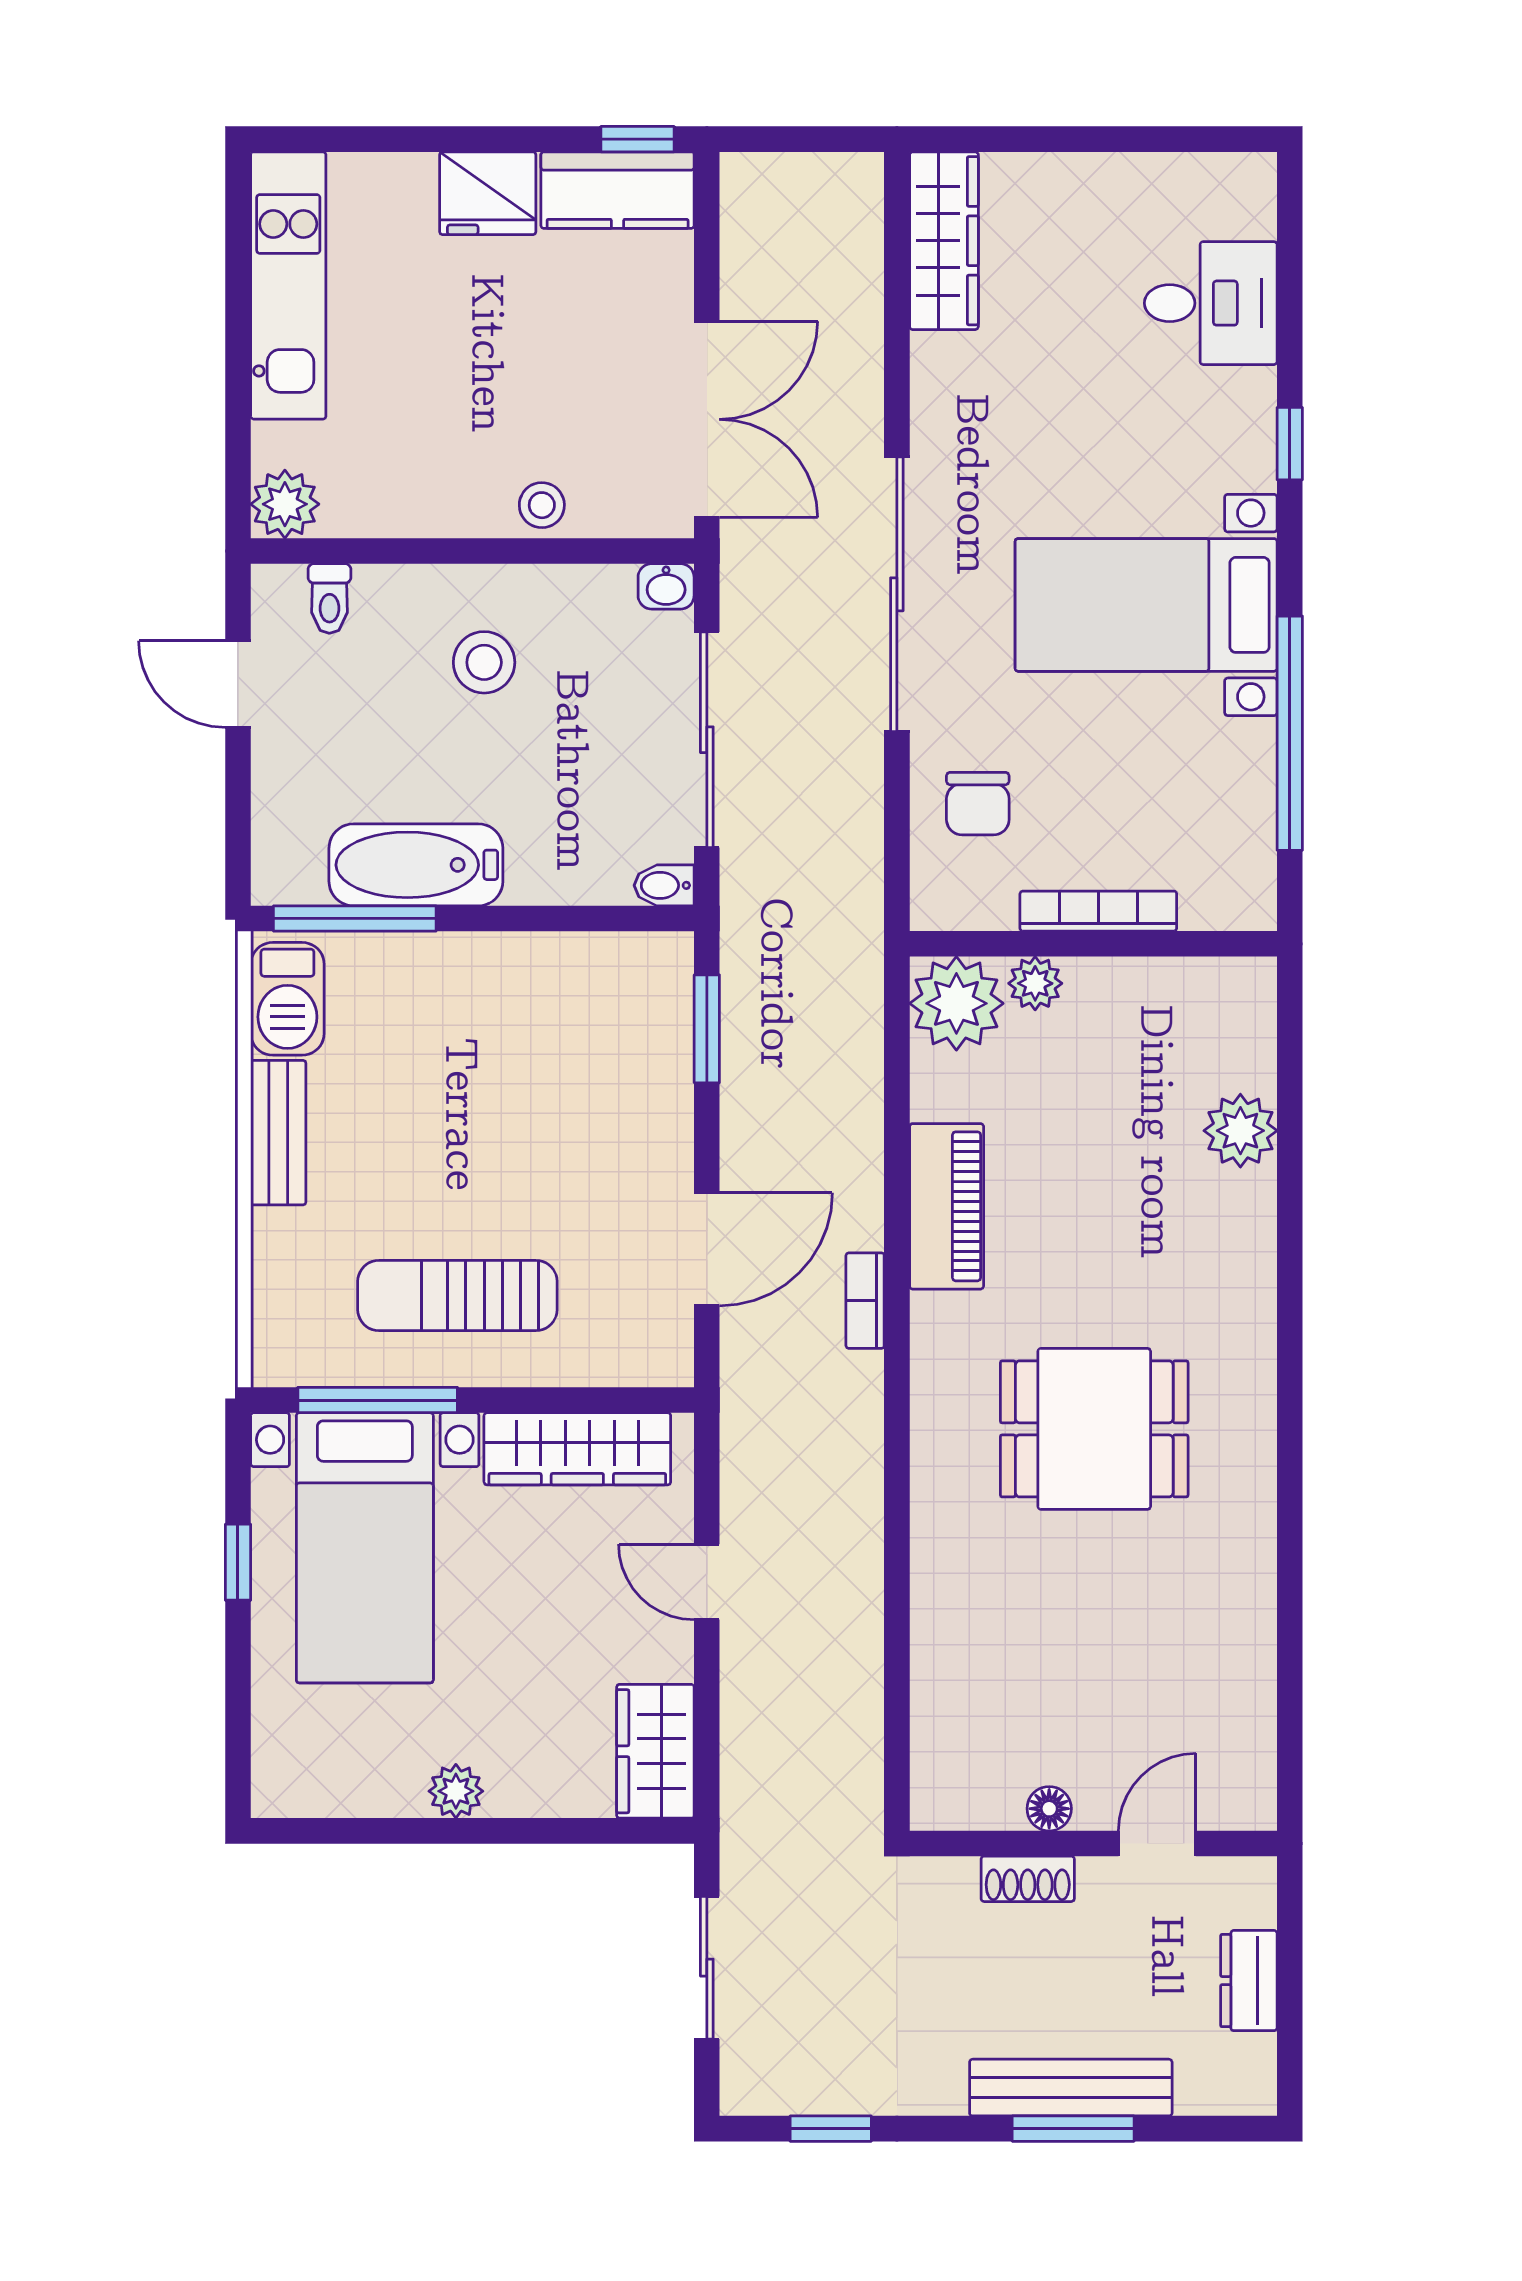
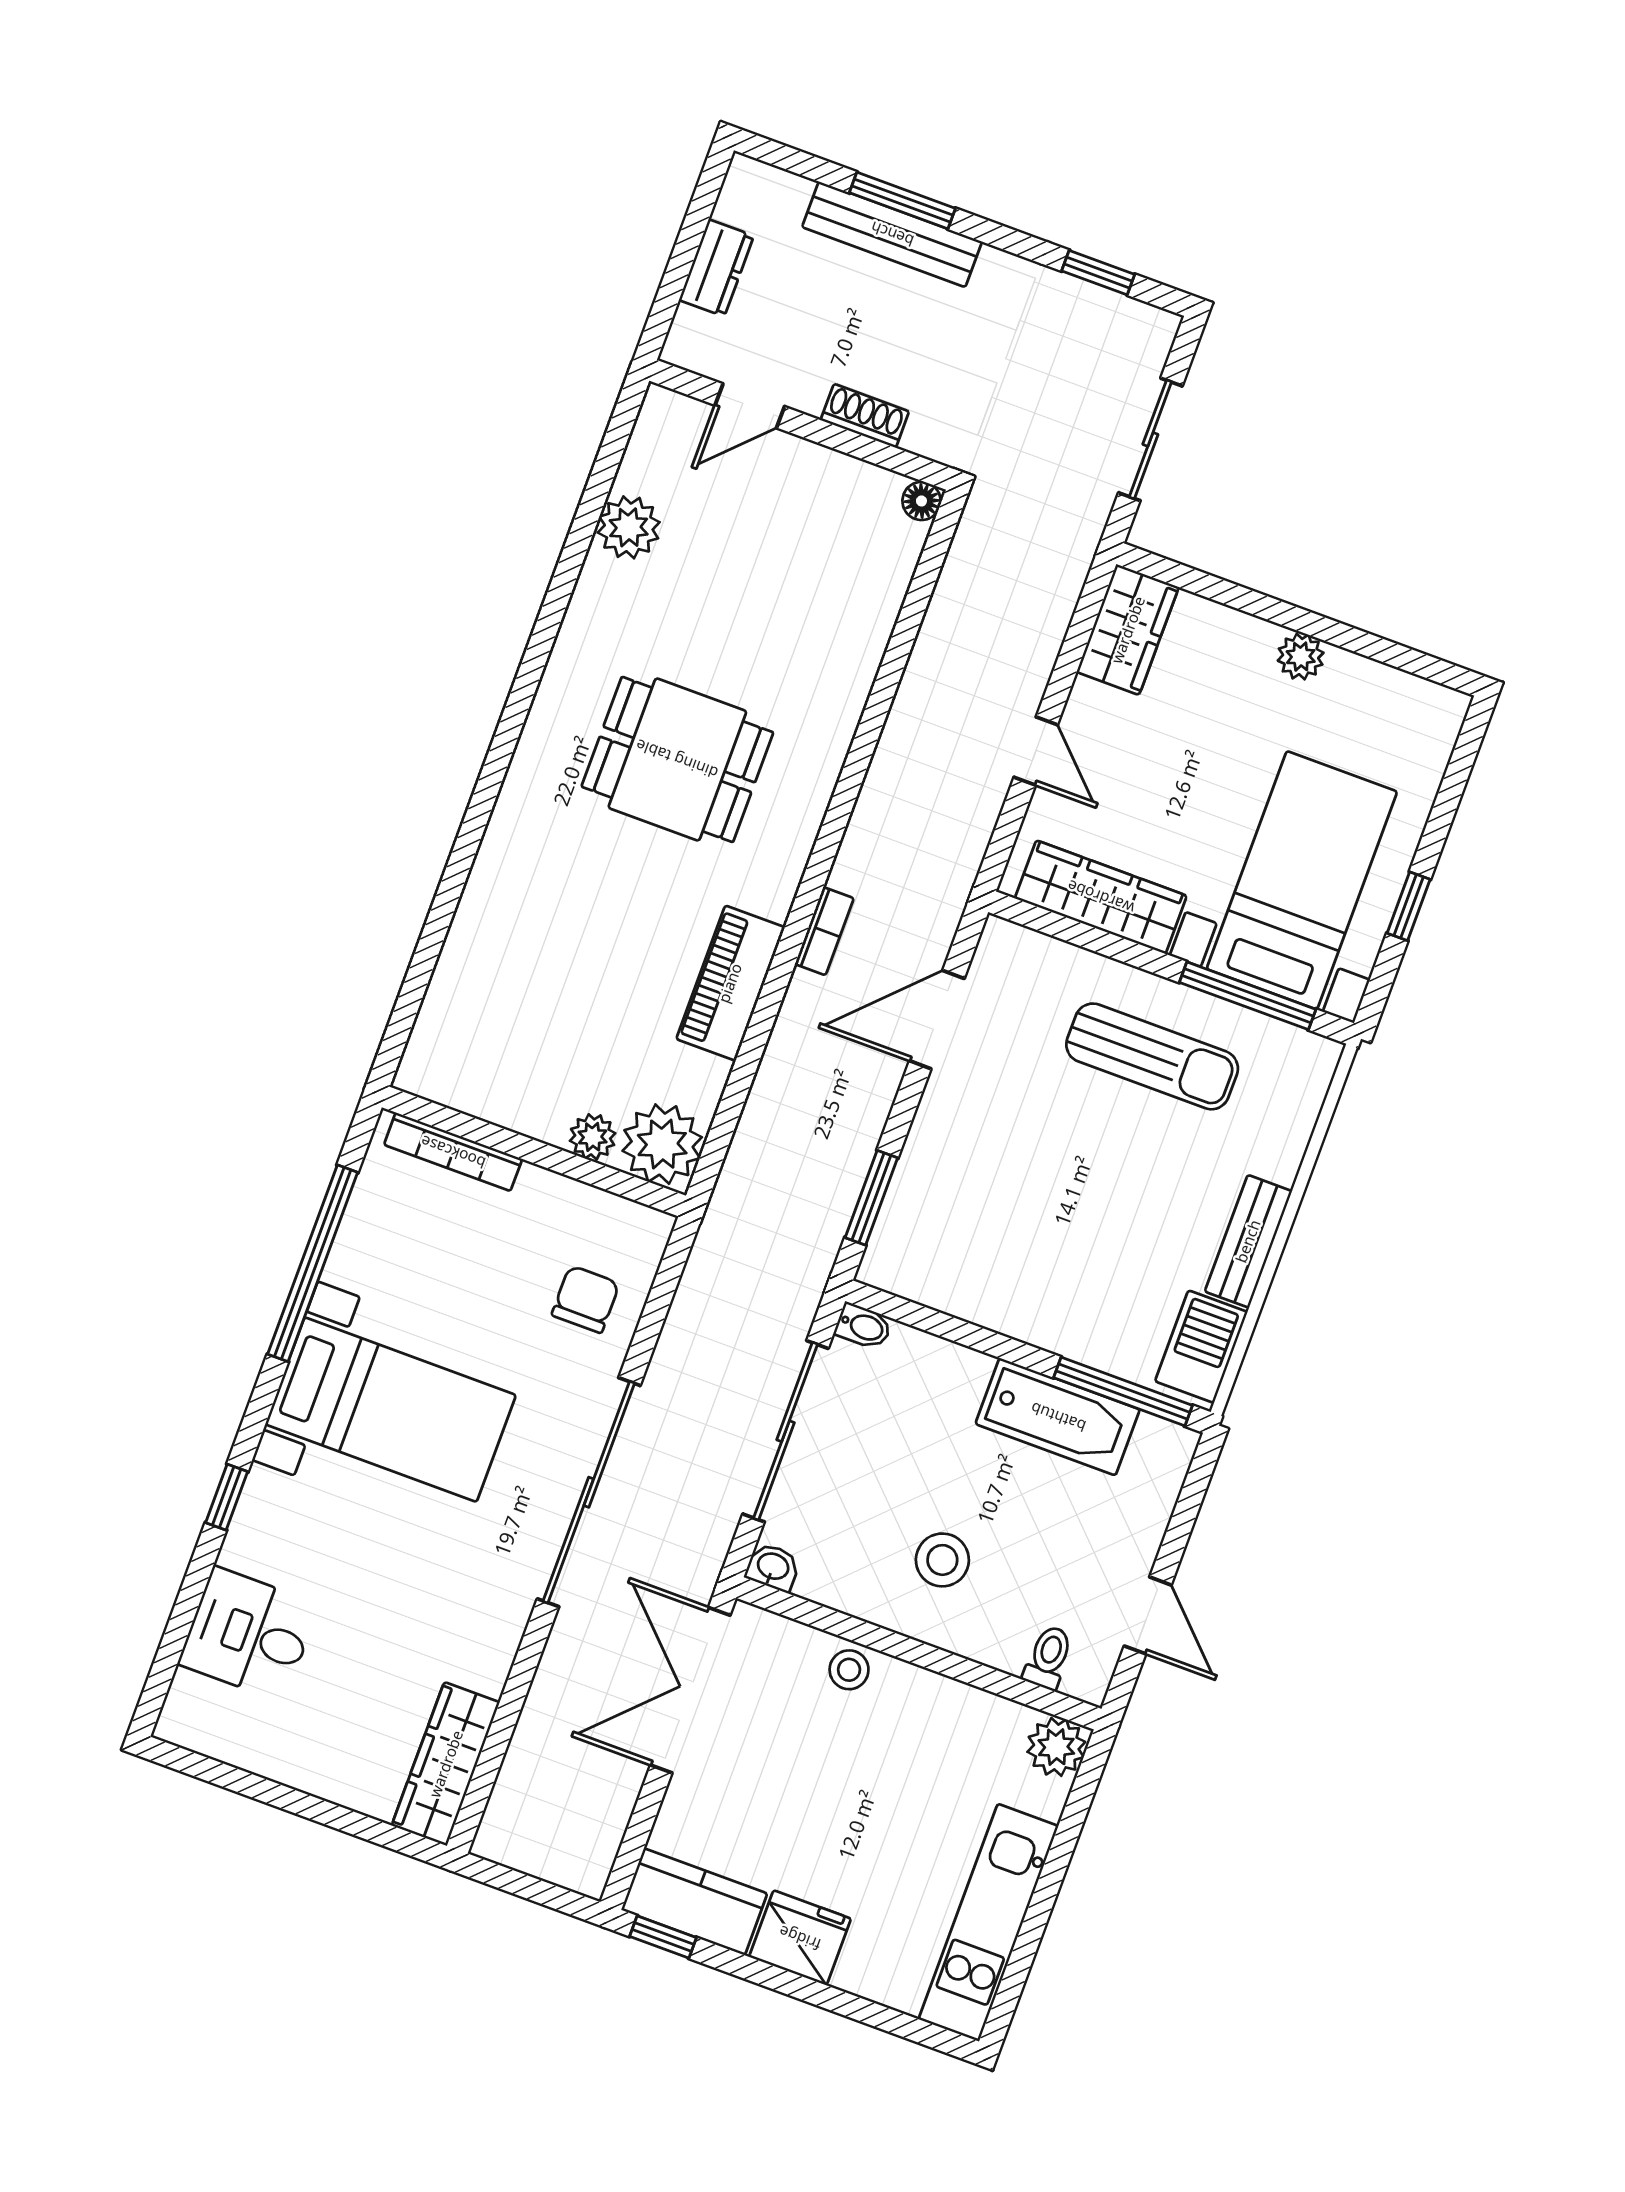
bookcase: (1098, 911) -> (453, 1152), moved
plant: (1240, 1131) -> (629, 527), moved
floor lamp: (1049, 1809) -> (921, 501), moved

